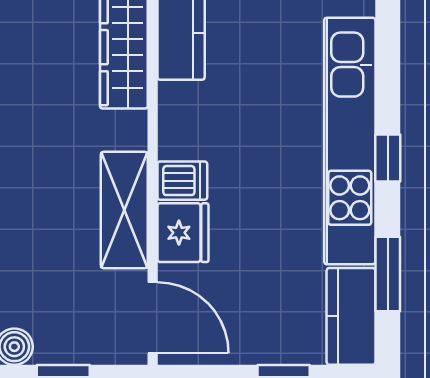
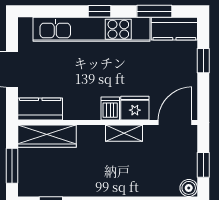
shelving: (124, 210) -> (124, 133), width x0.67, depth x0.75

